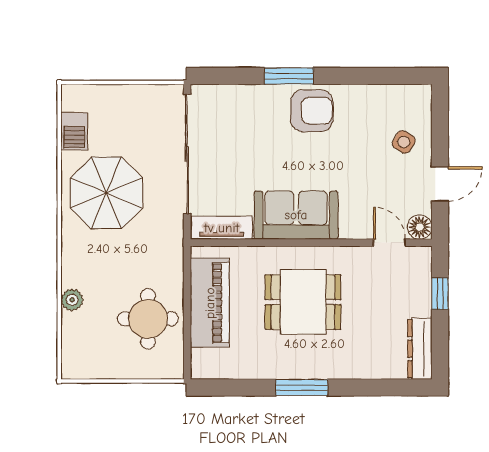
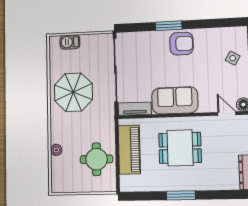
barbecue: (74, 131) -> (70, 42), moved, turned 90

